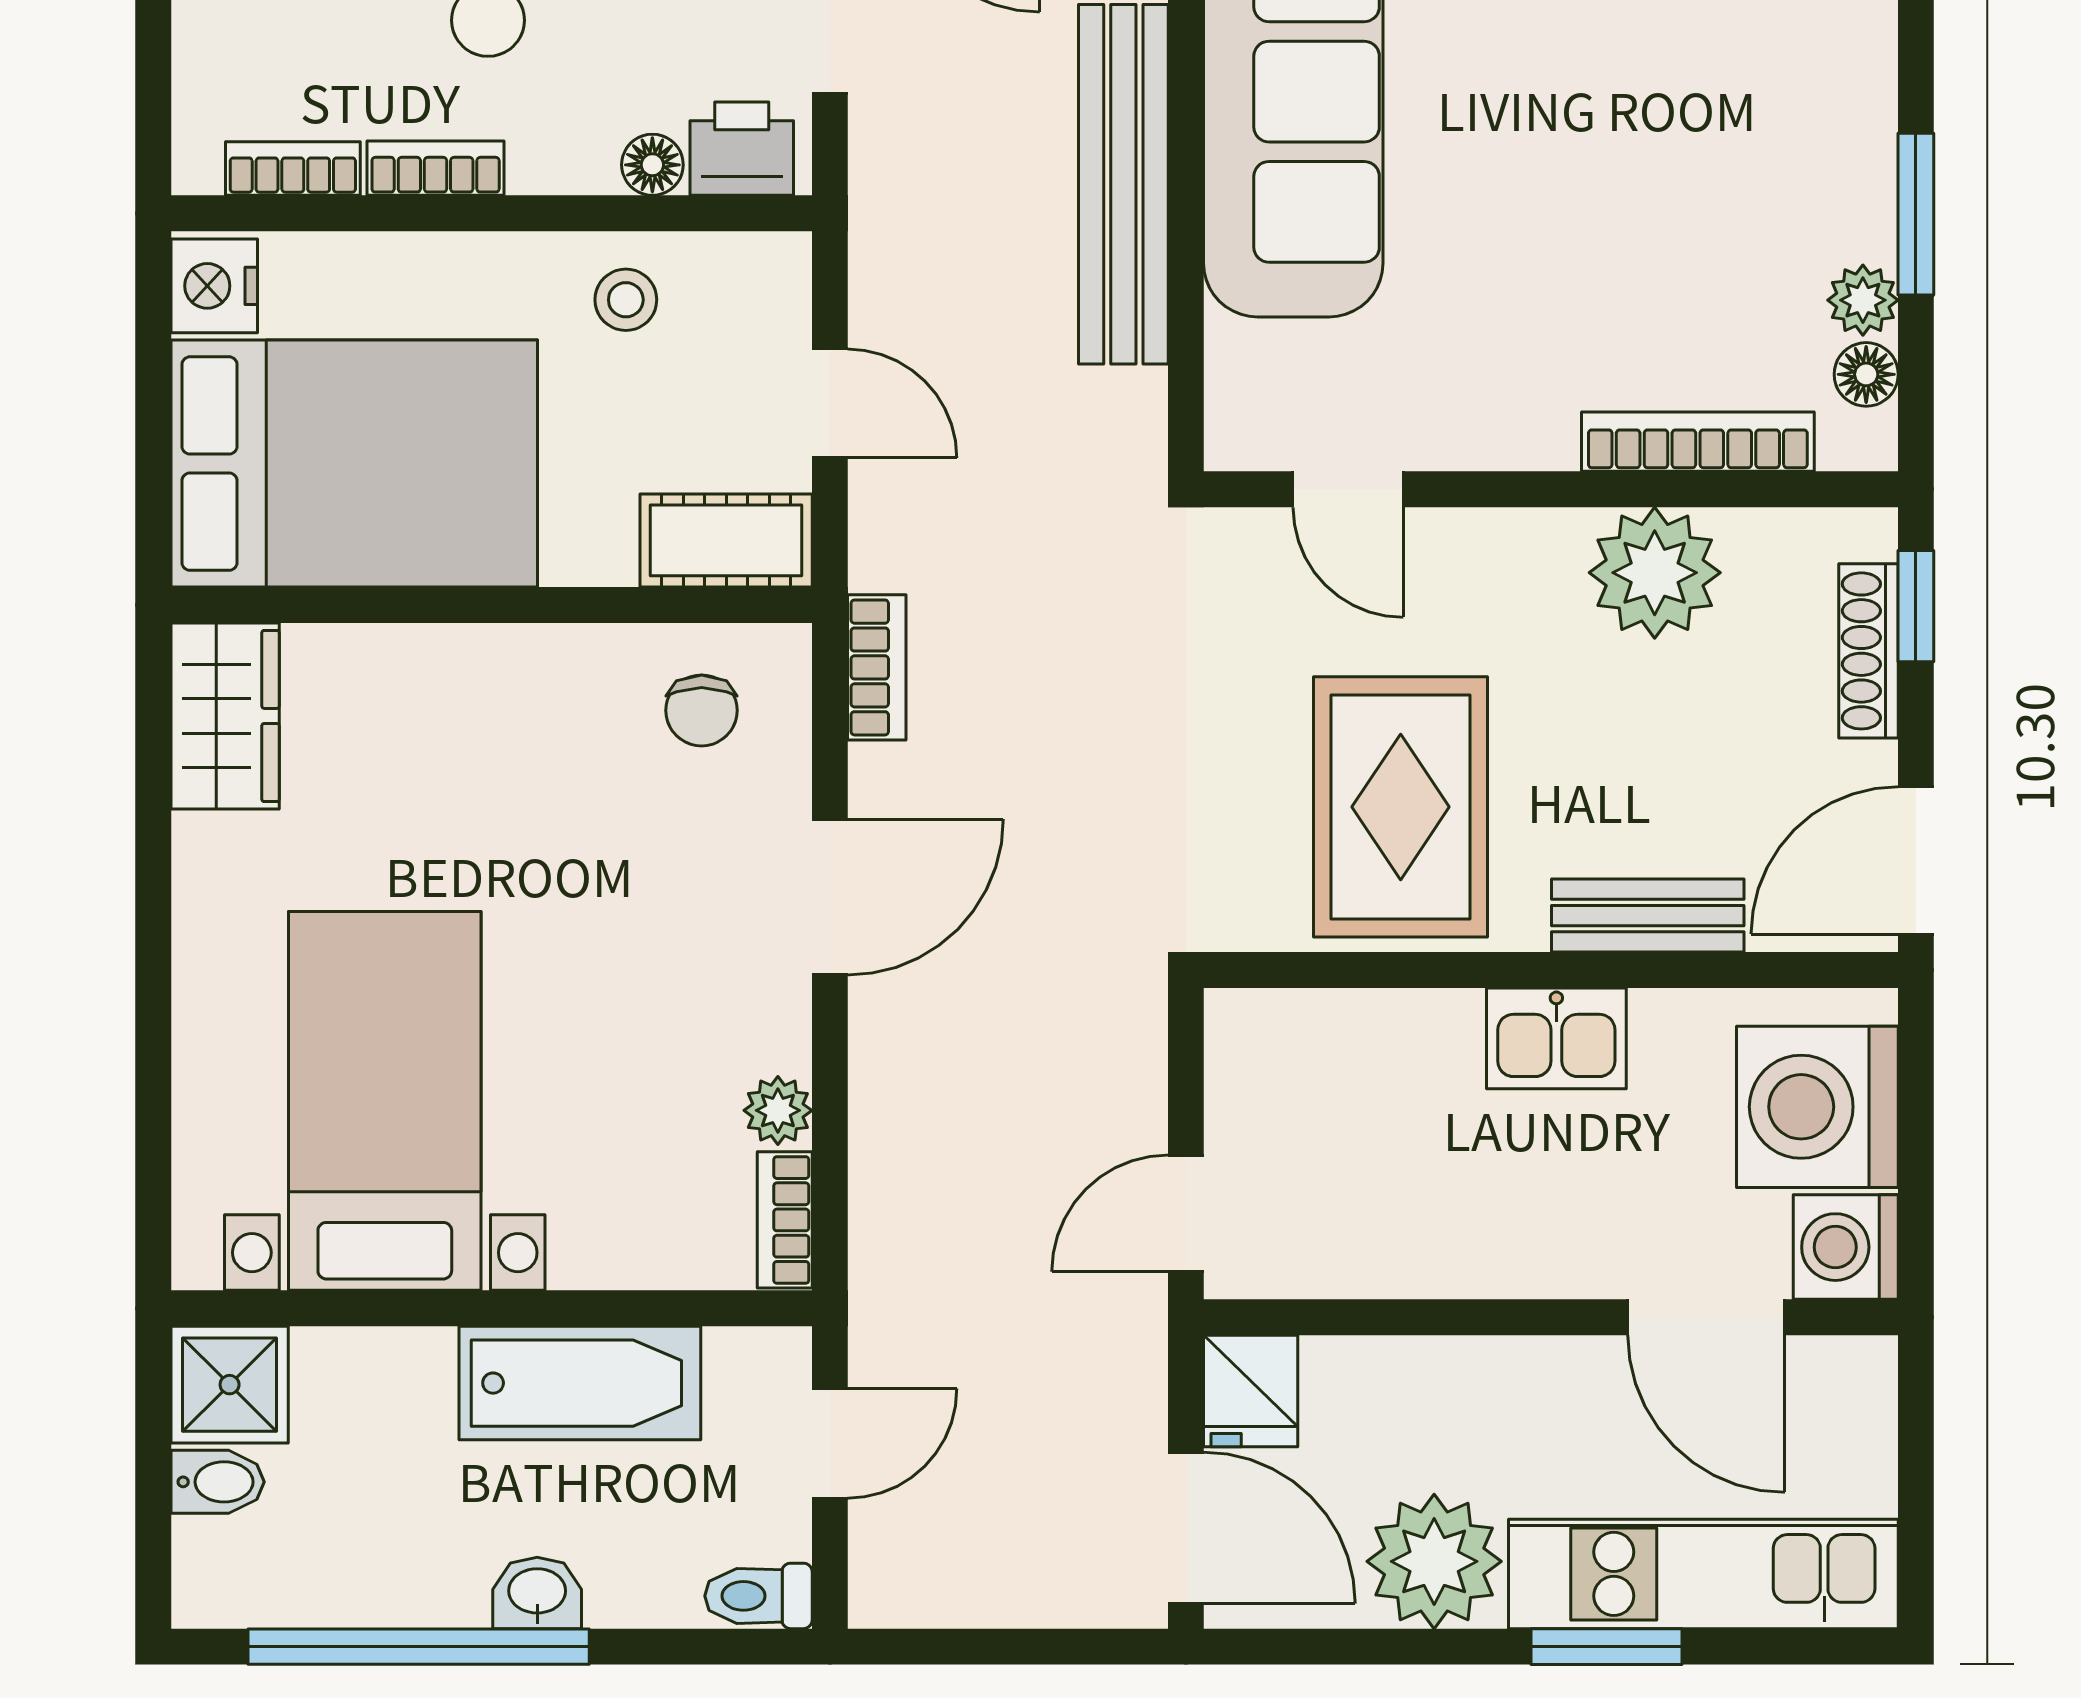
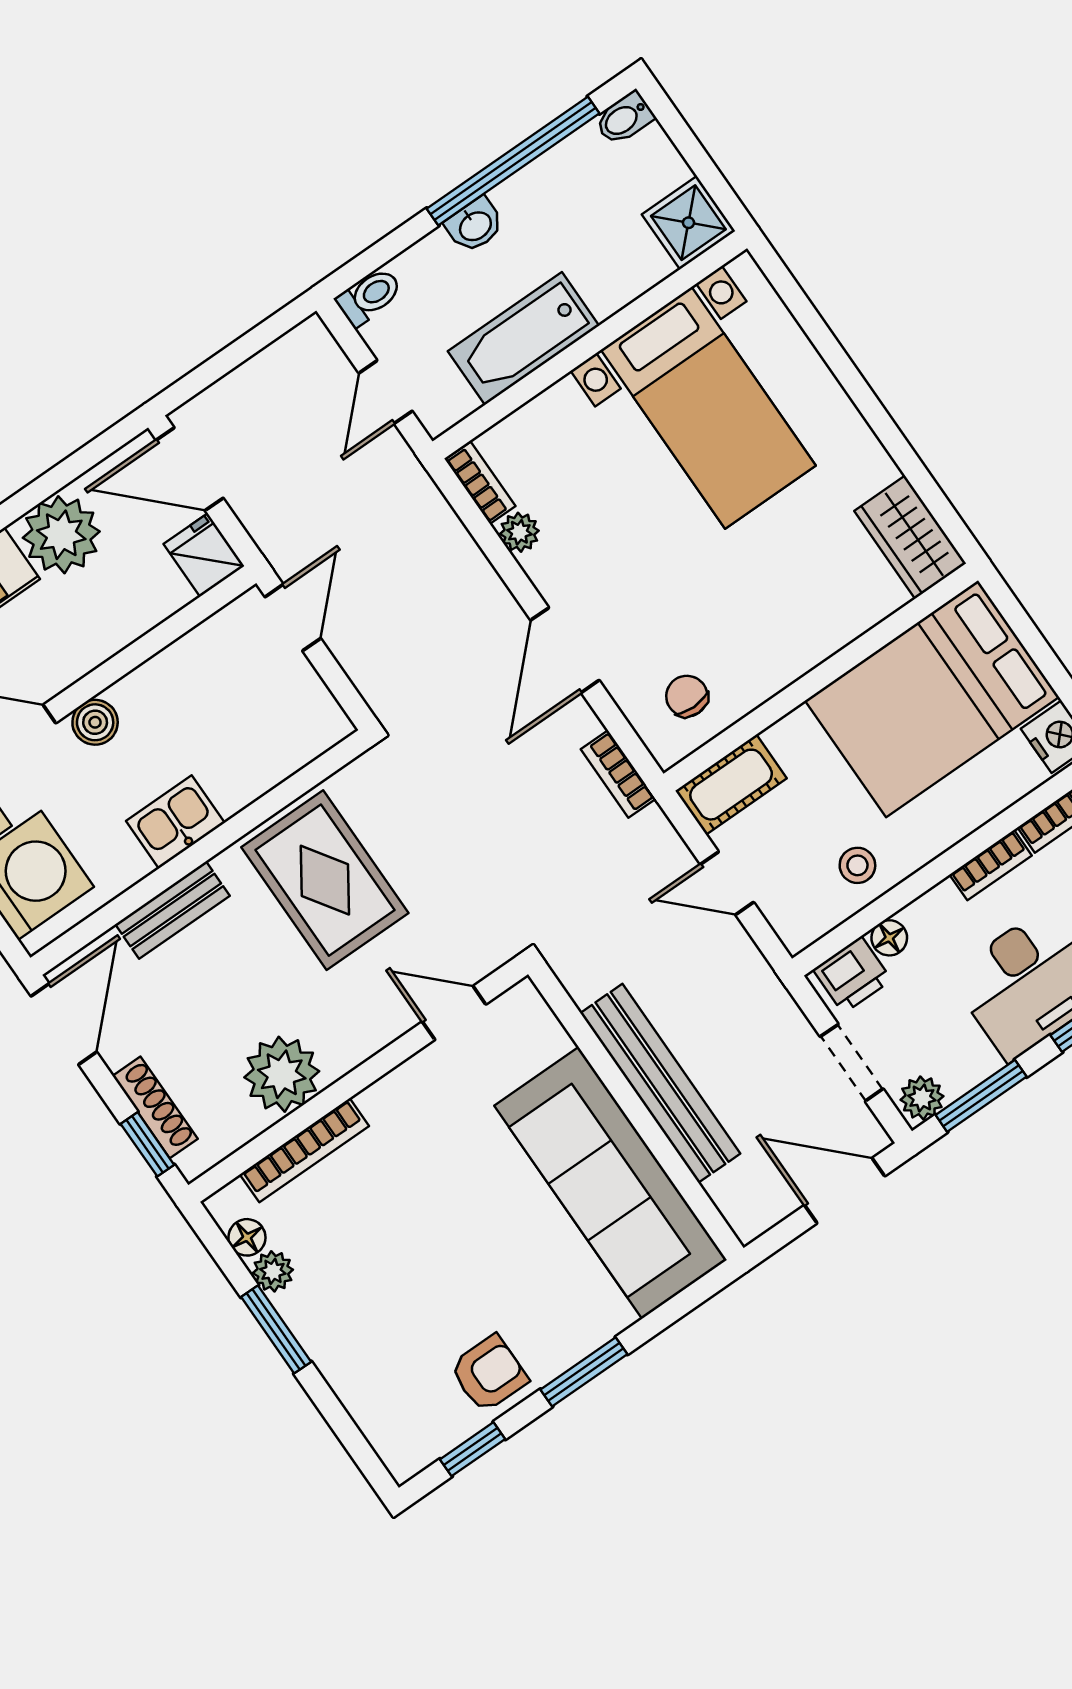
boiler: (1572, 1260) -> (95, 722), added
bidet: (218, 1482) -> (624, 118), moved

